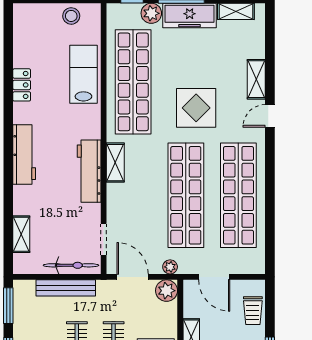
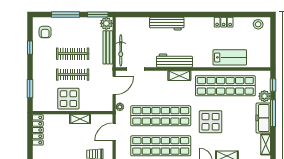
stool: (71, 16) -> (258, 24), moved
workbench: (24, 155) -> (167, 24), moved
shelving: (21, 234) -> (138, 22), removed
plant: (167, 291) -> (106, 23), moved

